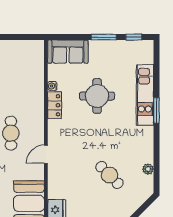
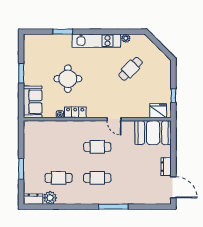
window: (134, 37) -> (21, 49), removed
kitchen unit: (145, 95) -> (96, 41), moved
window: (156, 111) -> (63, 32), moved

